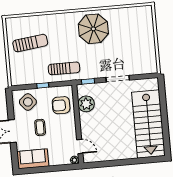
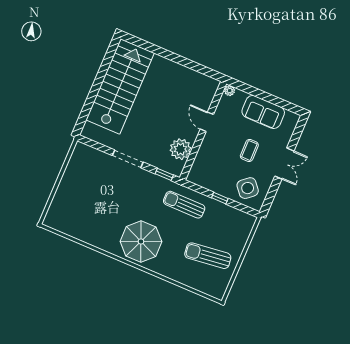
parasol: (93, 29) -> (141, 241), moved
armchair: (61, 105) -> (211, 163), removed
door: (80, 147) -> (207, 122), moved
sofa: (33, 159) -> (263, 112), moved

